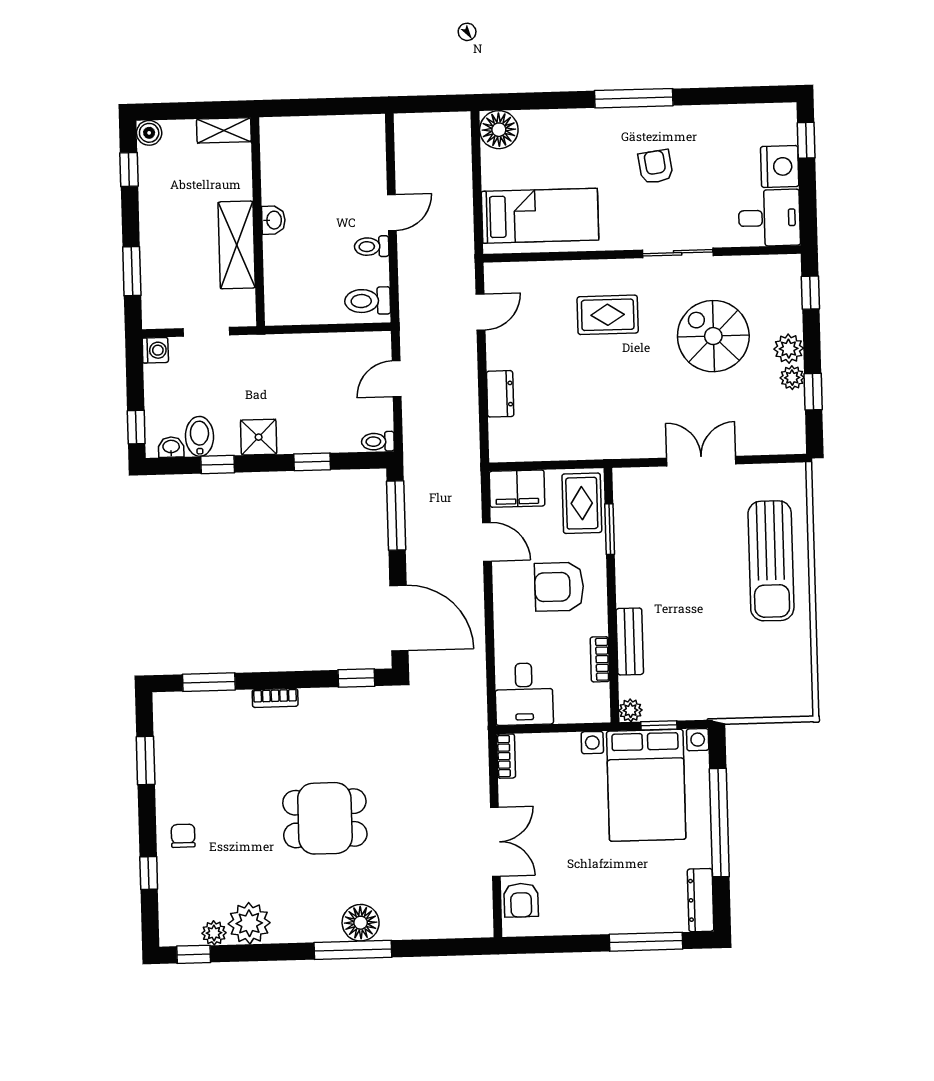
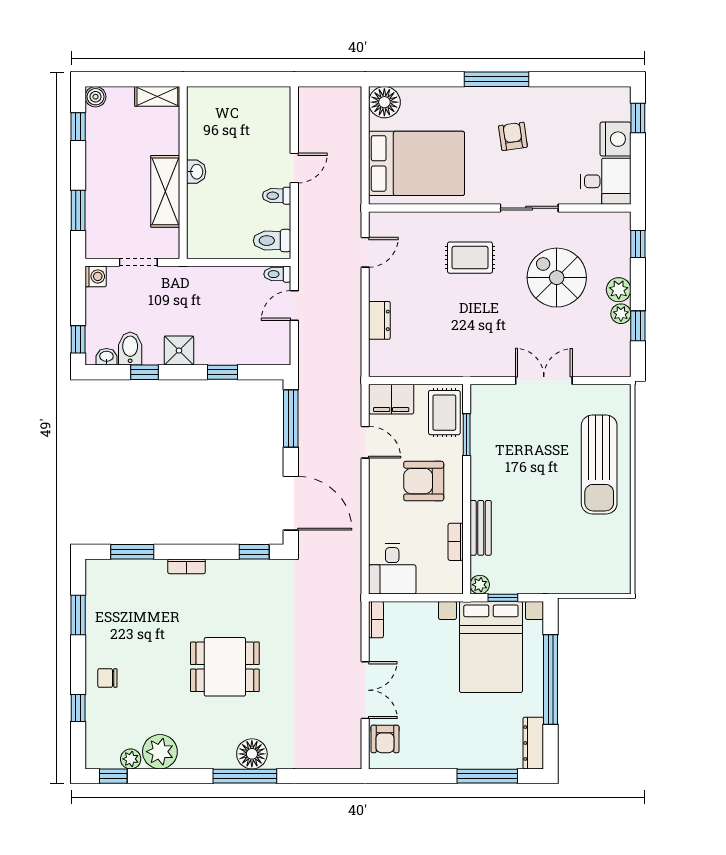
bed: (540, 216) -> (416, 163), width x1.50
toilet: (378, 442) -> (277, 274), moved
chair: (183, 836) -> (107, 678), turned -90

